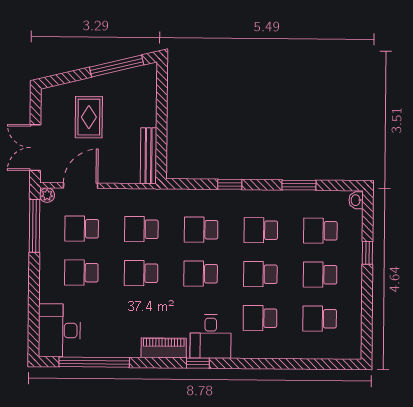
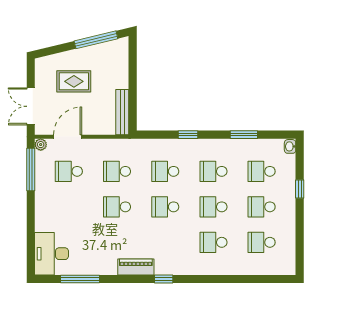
rug: (89, 117) -> (74, 81), turned 90
school desk: (81, 273) -> (69, 207), removed
desk: (211, 336) -> (174, 257), removed
window: (94, 362) -> (80, 279), width x0.68

